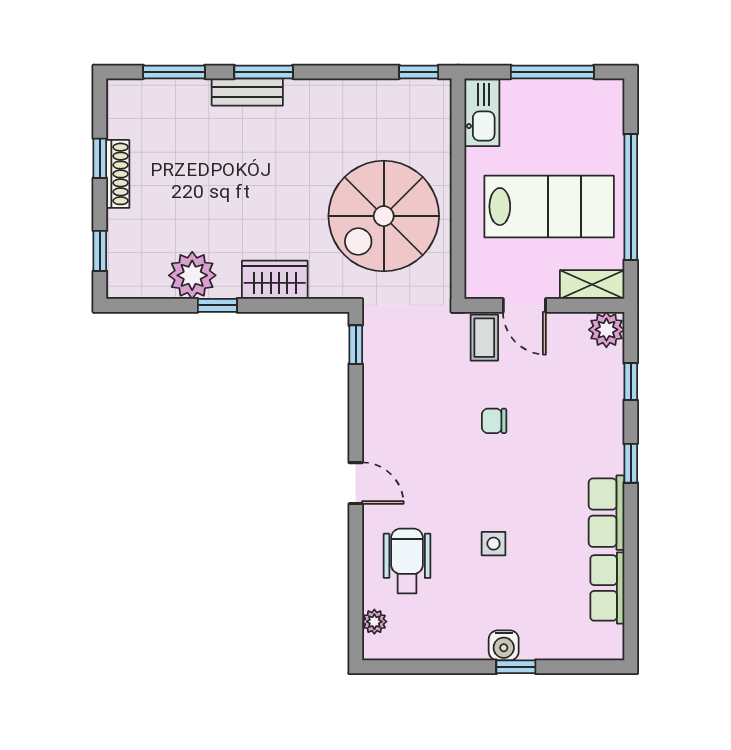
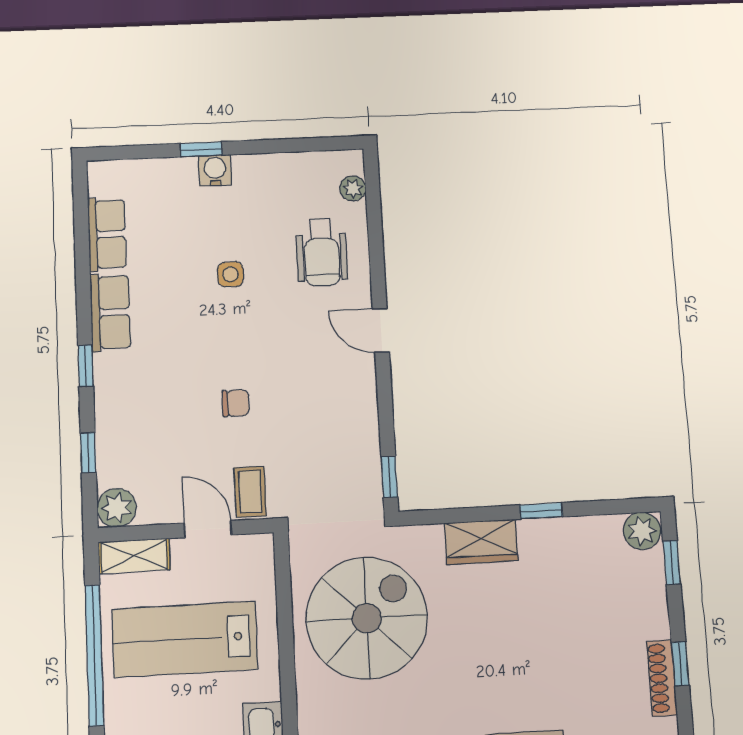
shoe rack: (118, 174) -> (662, 678), moved
plant: (192, 275) -> (642, 531), moved, width x0.73, depth x0.73

